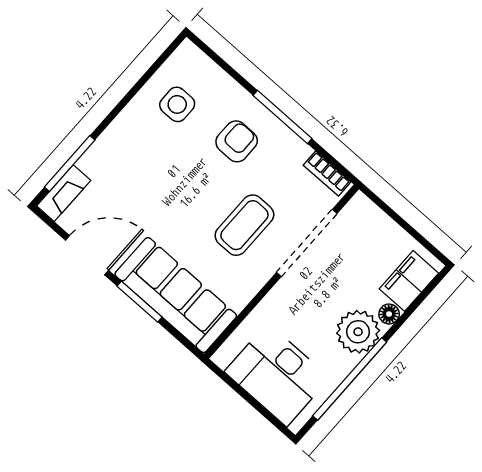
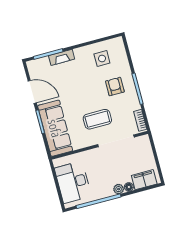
armchair: (237, 141) -> (115, 86), turned -90
fireplace: (64, 193) -> (62, 57), moved
plant: (358, 332) -> (119, 189), width x0.53, depth x0.53

